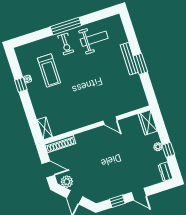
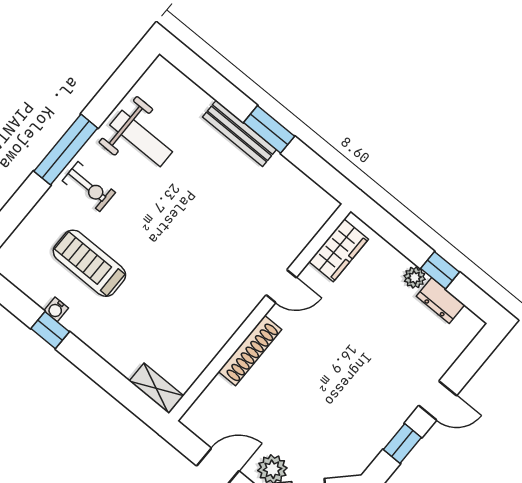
weight bench: (94, 39) -> (141, 138), turned 90
treadmill: (49, 70) -> (89, 263), turned 180
wardrobe: (148, 122) -> (339, 250), moved, turned -90
shoe rack: (60, 144) -> (250, 351), moved
dresser: (165, 172) -> (440, 301), moved

